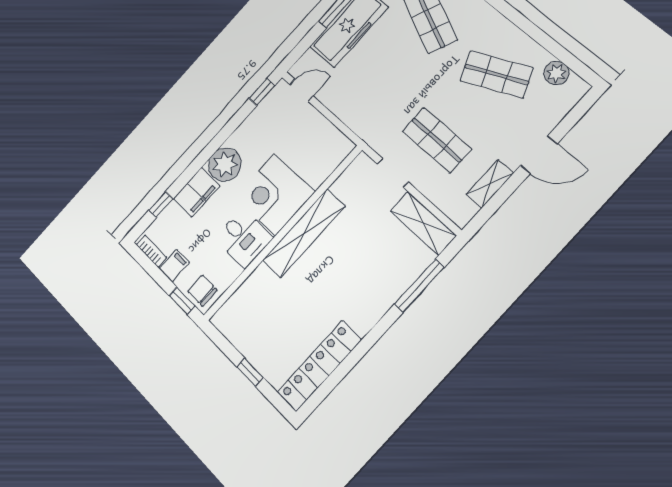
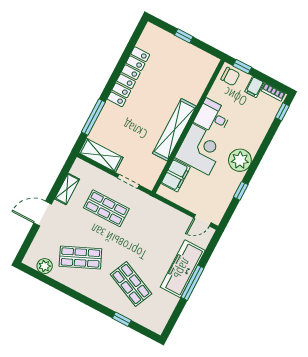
window: (262, 92) -> (241, 191), moved
filing cabinet: (196, 192) -> (176, 175), moved, turned 180
window: (161, 205) -> (282, 112), moved
locker: (319, 366) -> (128, 77), moved

